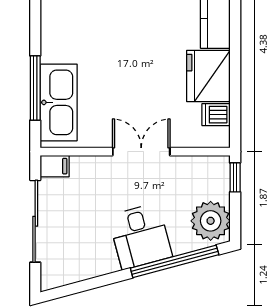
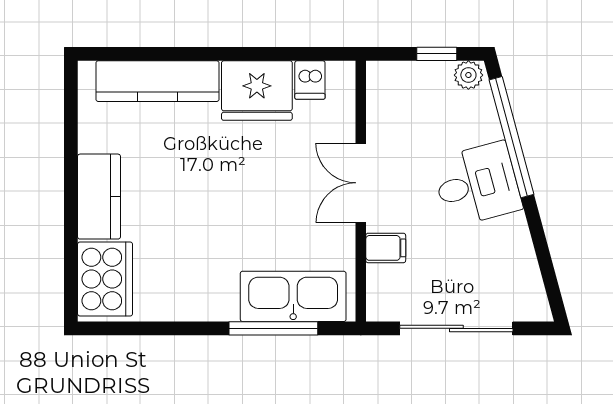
filing cabinet: (55, 166) -> (386, 248), moved, turned 90
window: (235, 177) -> (437, 54), moved
plant: (211, 221) -> (468, 75), width x0.53, depth x0.53

